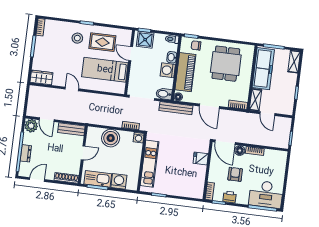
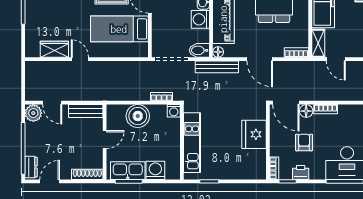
wardrobe: (41, 77) -> (54, 49), moved
dresser: (26, 153) -> (31, 167), moved
fridge: (201, 158) -> (254, 134), width x1.88, depth x1.34

